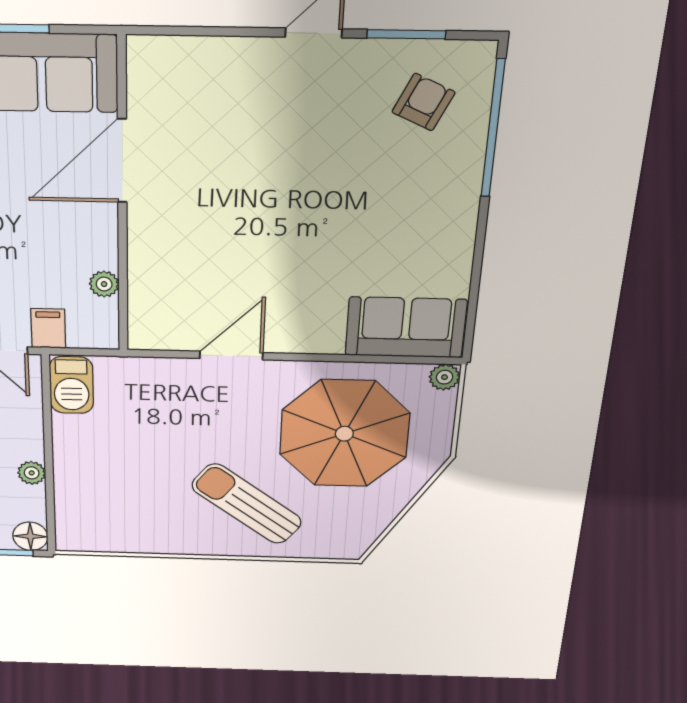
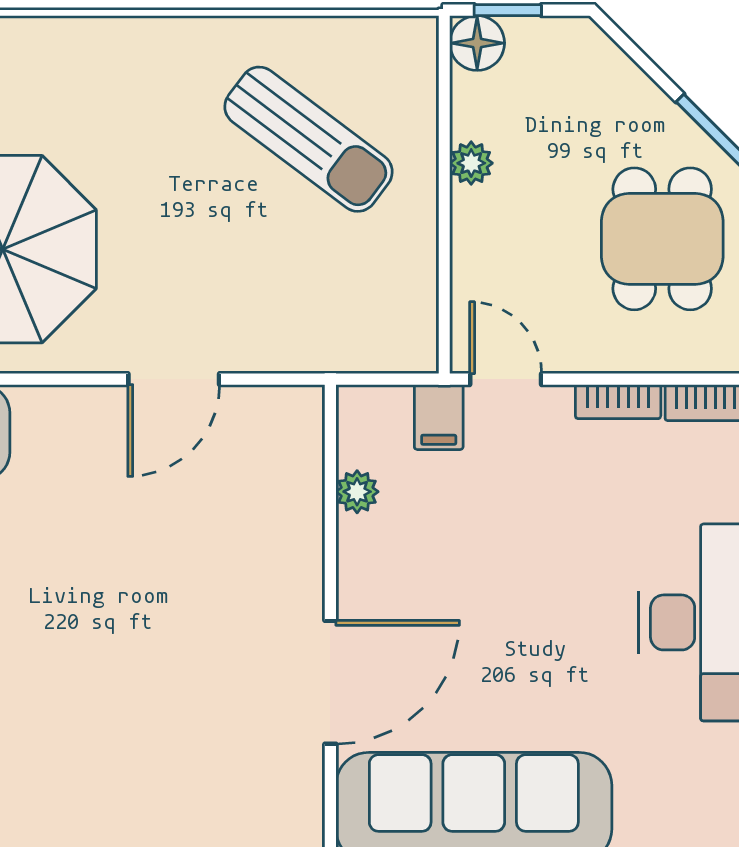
barbecue: (71, 385) -> (407, 322), removed
sun lounger: (247, 504) -> (309, 139), moved

